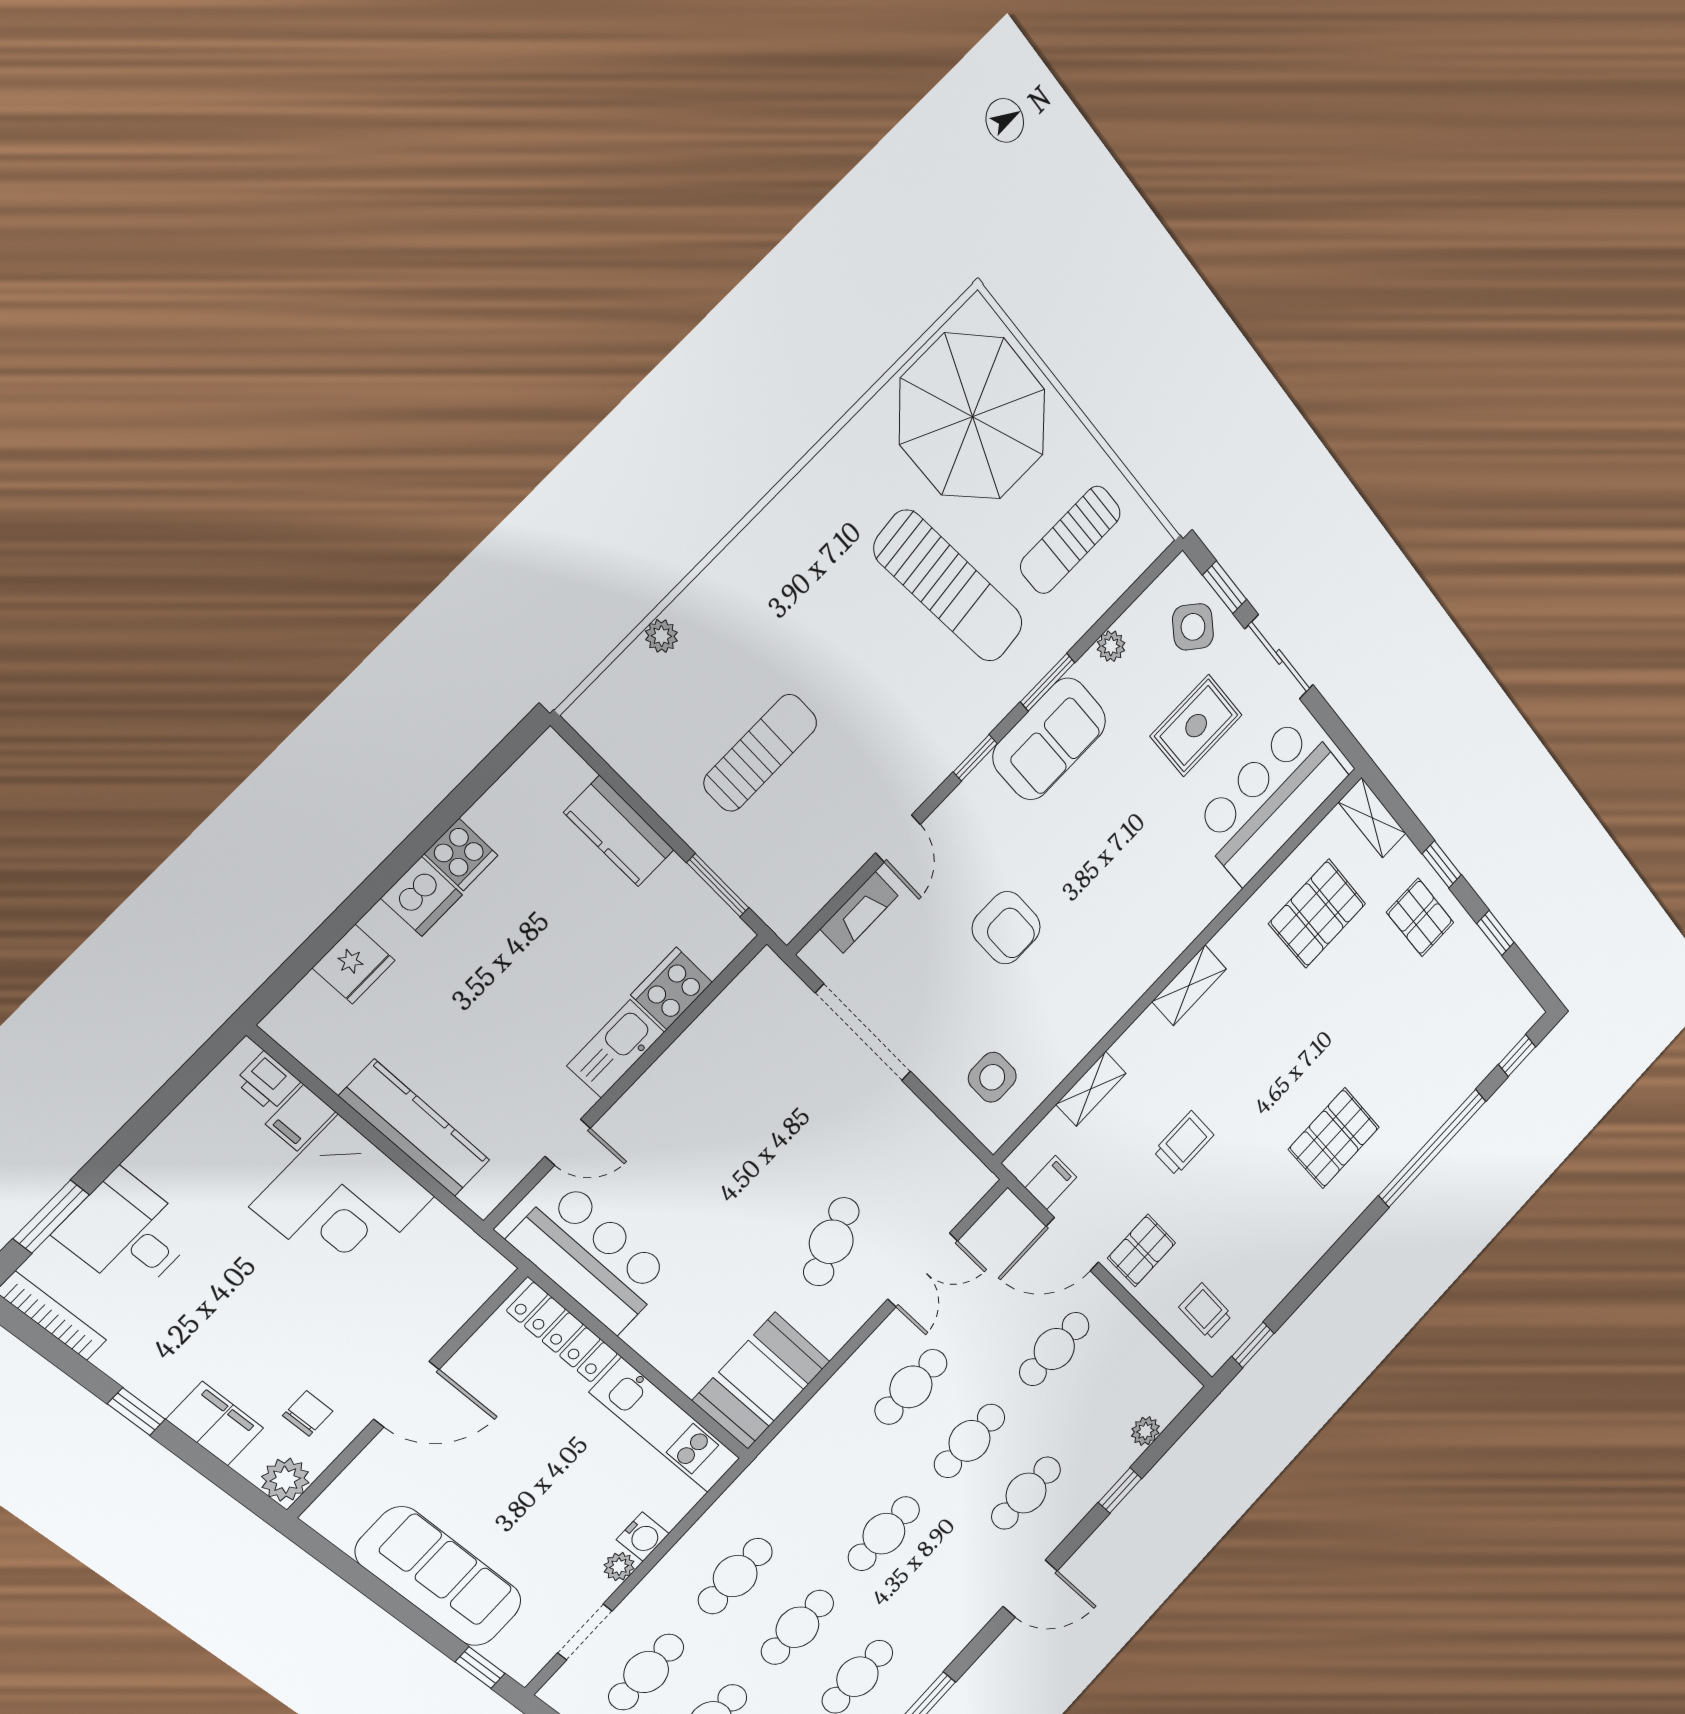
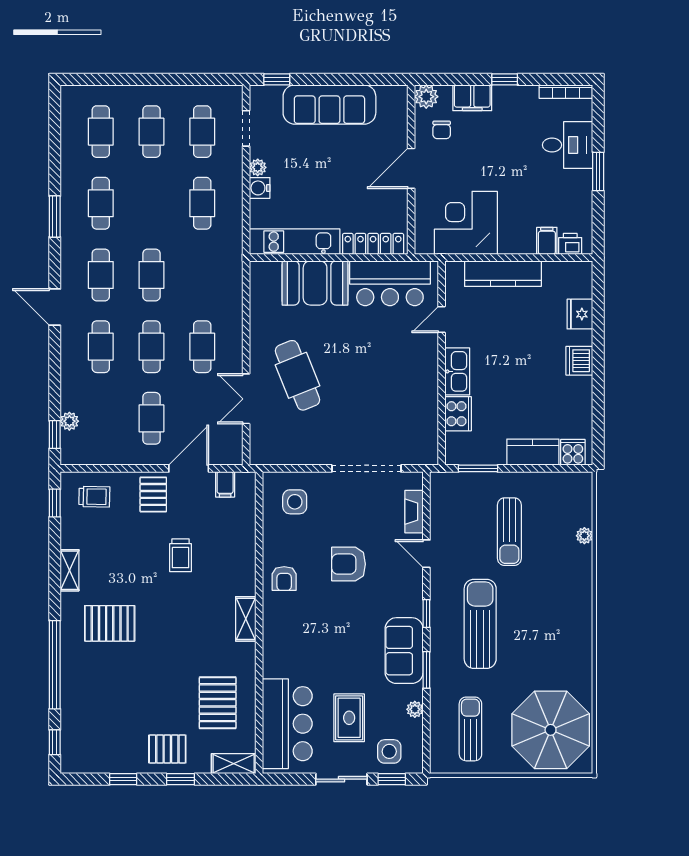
sun lounger: (949, 586) -> (480, 624), moved, turned 96
side table: (1193, 627) -> (389, 751), turned -37
cooker: (461, 854) -> (573, 452), moved, turned 90
armchair: (1099, 990) -> (284, 579), added
shelving: (1091, 1089) -> (70, 570), moved
pallet: (1334, 1138) -> (110, 623), turned 90
corner desk: (343, 1202) -> (466, 223), moved
window: (51, 1217) -> (598, 171), moved
cafe table: (831, 1242) -> (298, 375), width x1.37, depth x1.35
booth: (761, 1381) -> (315, 283), moved, turned 90
window: (1120, 1490) -> (55, 435), moved
door: (1030, 1589) -> (55, 307), hinge flipped
cafe table: (797, 1627) -> (101, 275), moved

